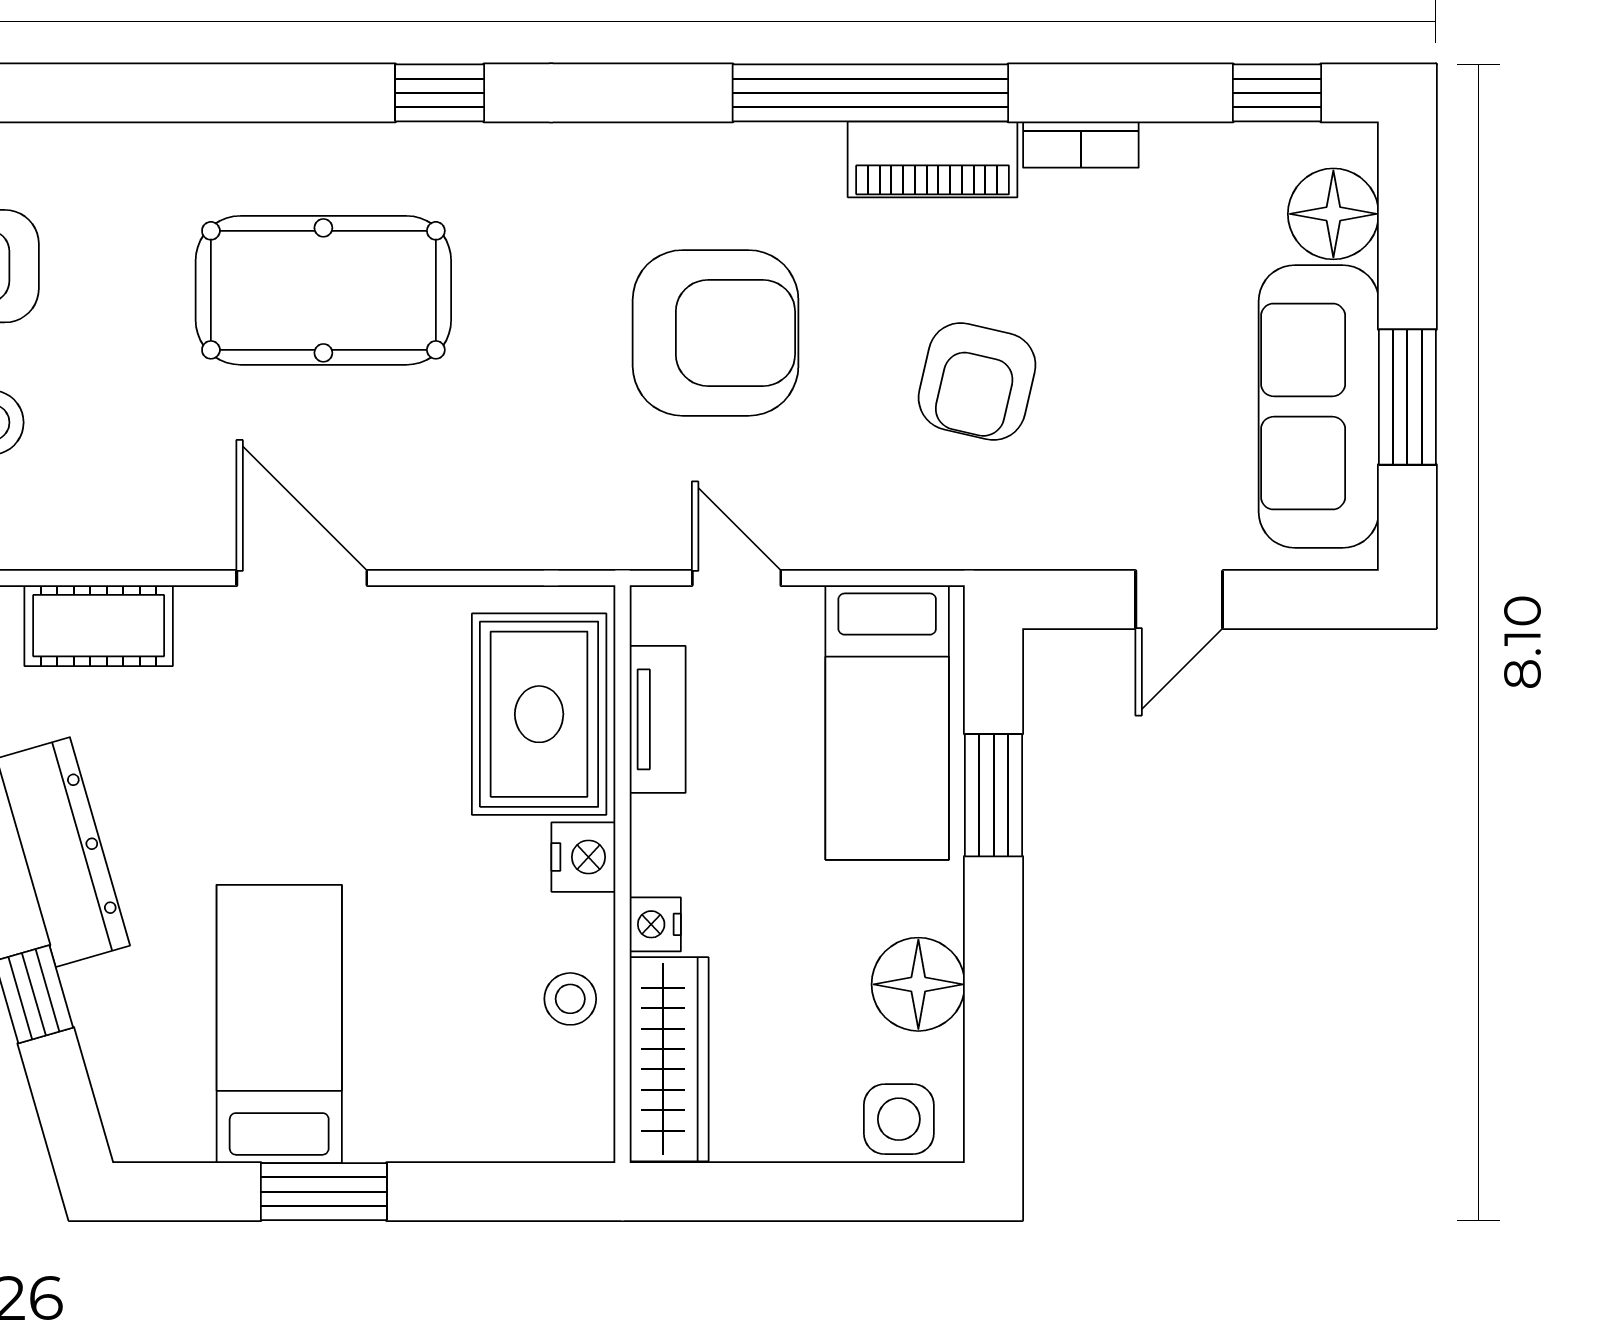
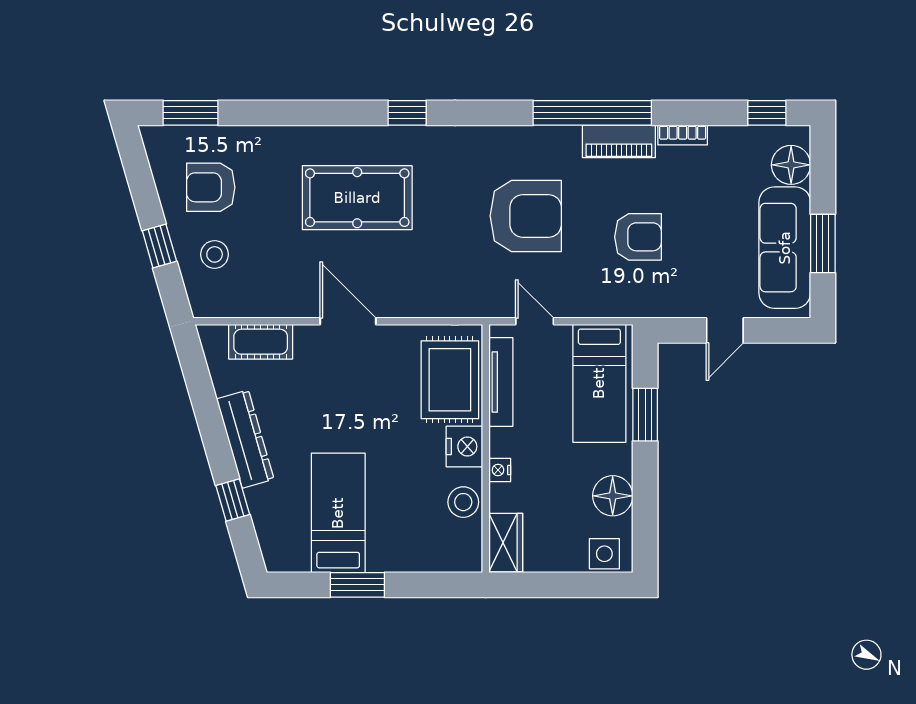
armchair: (977, 382) -> (638, 237), turned -103
tv unit: (658, 719) -> (501, 382), width x1.41
nightstand: (583, 857) -> (464, 446), width x1.36, depth x1.33
stool: (570, 999) -> (463, 502), width x1.37, depth x1.37
wardrobe: (669, 1059) -> (506, 543), width x0.67

